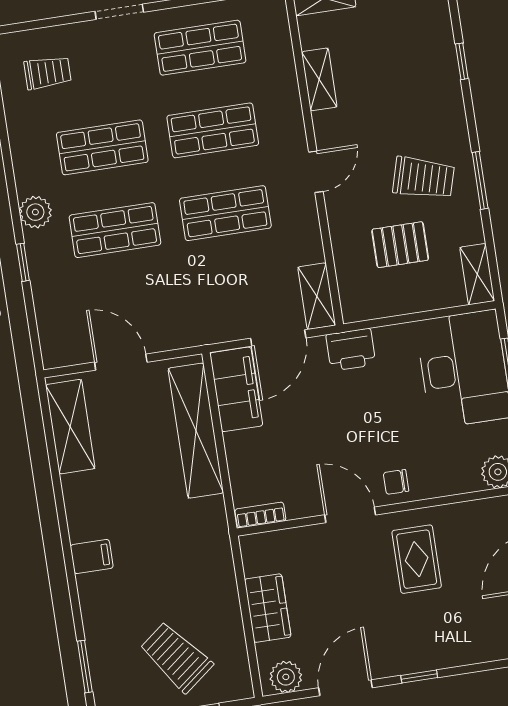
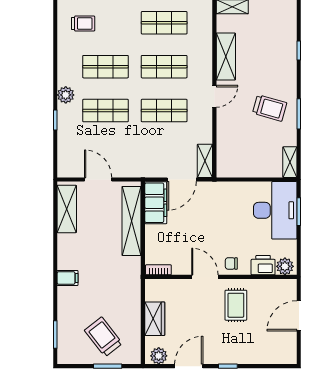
shelving: (319, 79) -> (226, 57), width x1.50, depth x1.33
pallet: (400, 245) -> (252, 141), removed
printer: (351, 350) -> (263, 265), moved, turned 180

